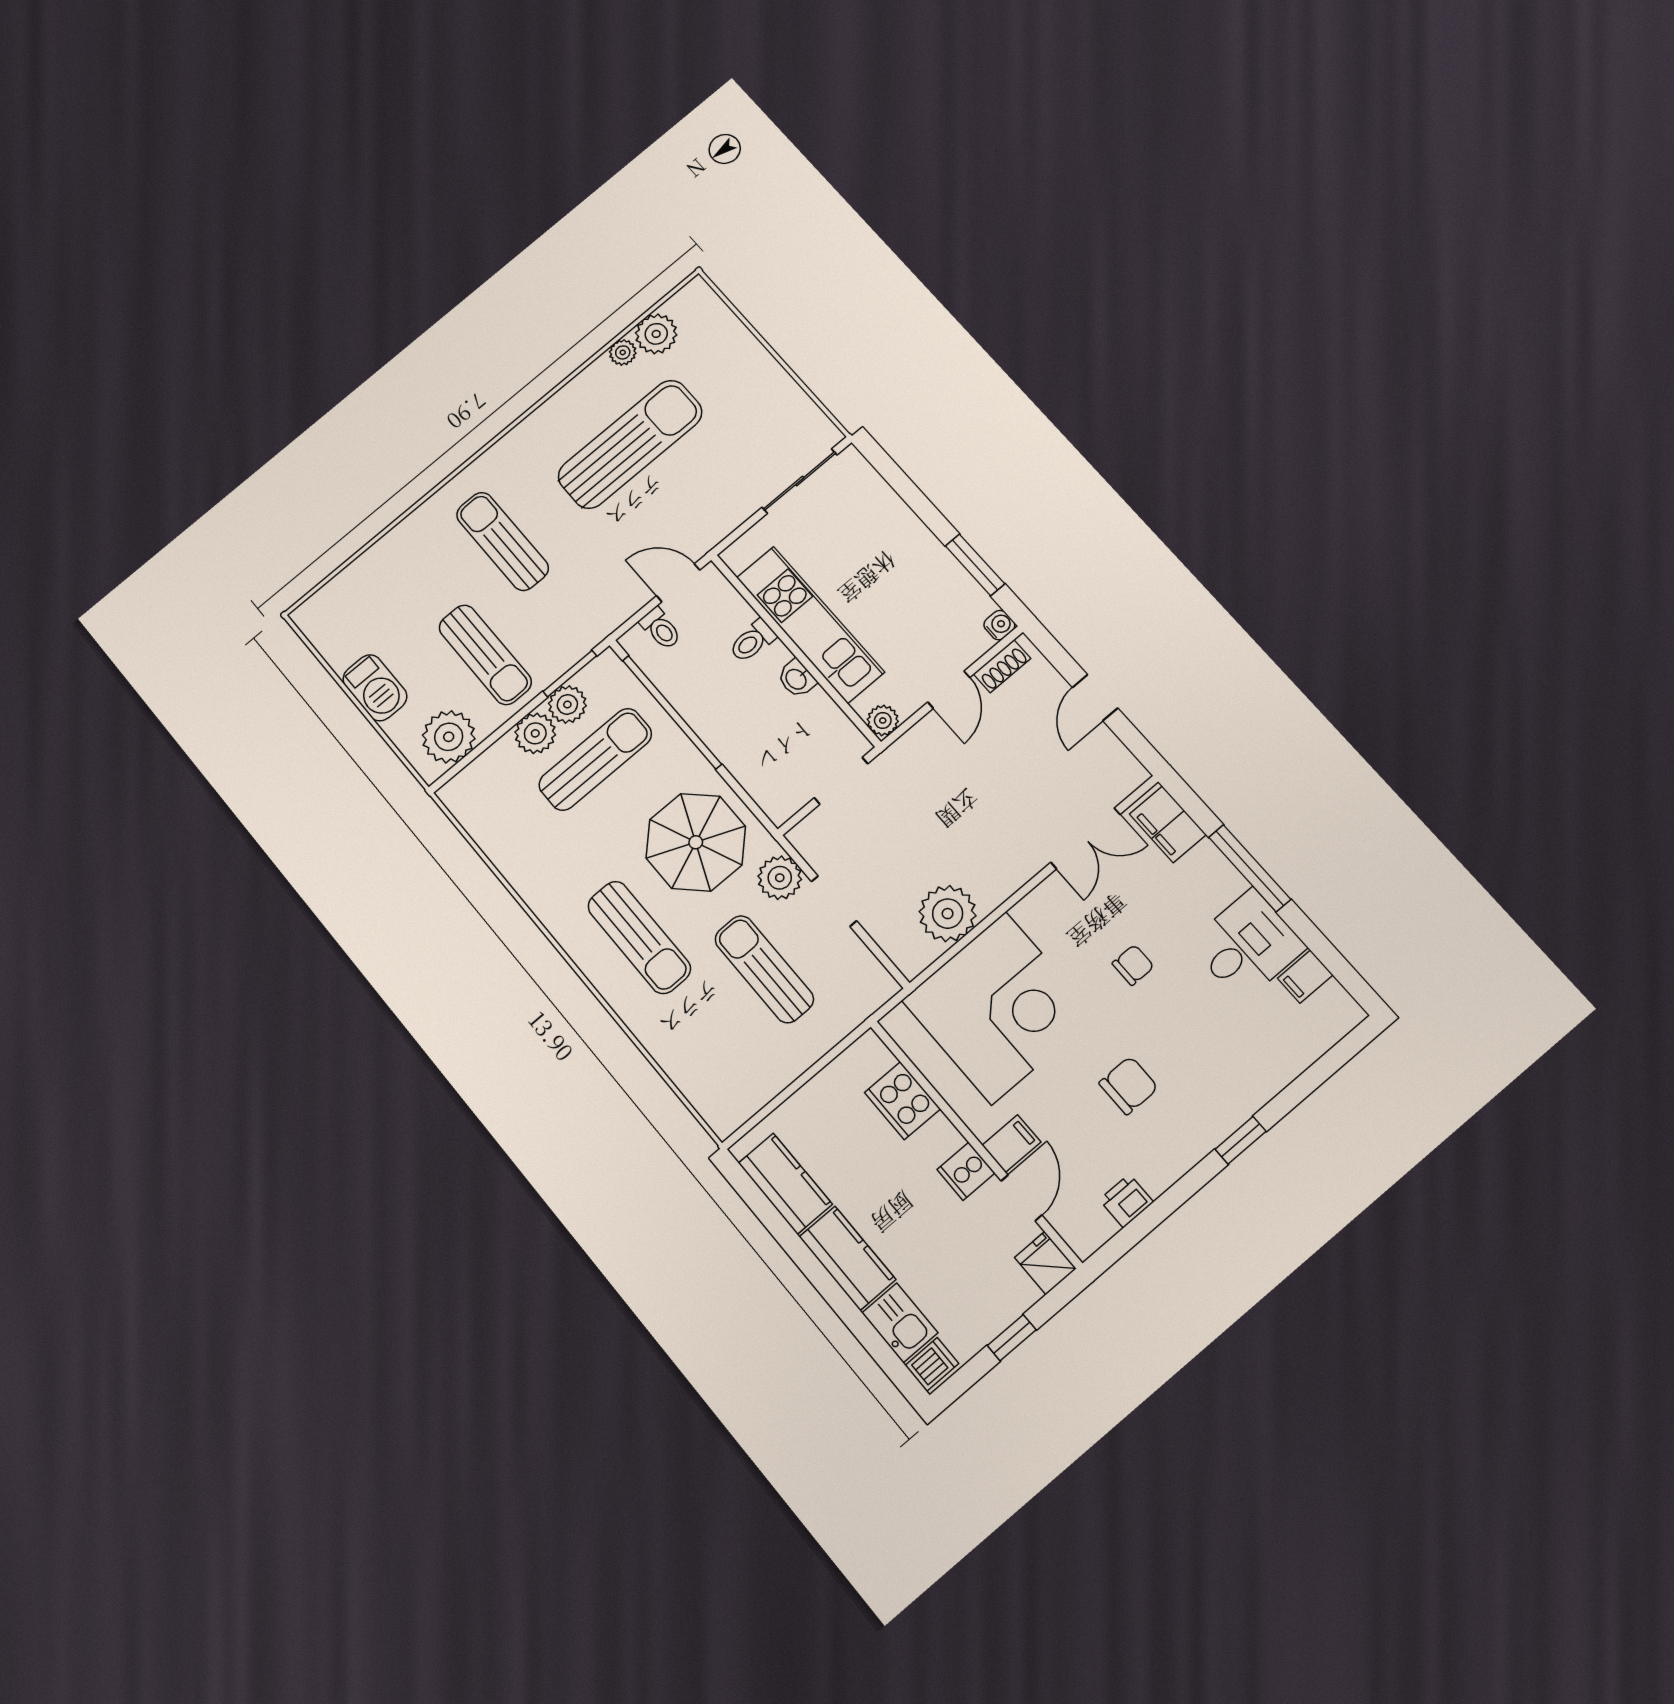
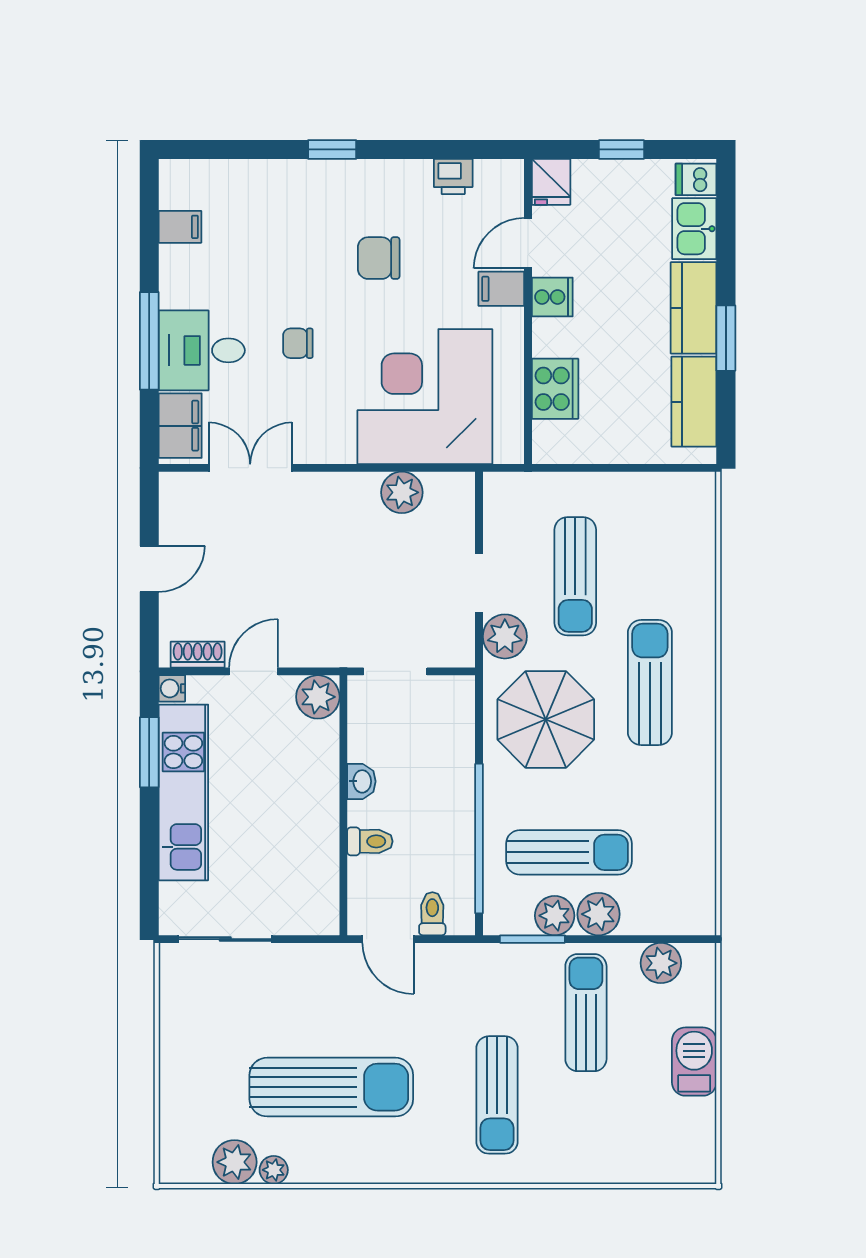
sun lounger: (630, 444) -> (331, 1087), turned 180
kitchen unit: (810, 625) -> (183, 792), moved, turned 180
plant: (883, 720) -> (318, 697), width x1.38, depth x1.38
plant: (449, 737) -> (661, 963), width x0.73, depth x0.73
sun lounger: (595, 759) -> (569, 852), turned 180
plant: (948, 914) -> (402, 492), width x0.73, depth x0.73
desk: (1247, 945) -> (202, 350), moved
window: (802, 1256) -> (726, 338), added

